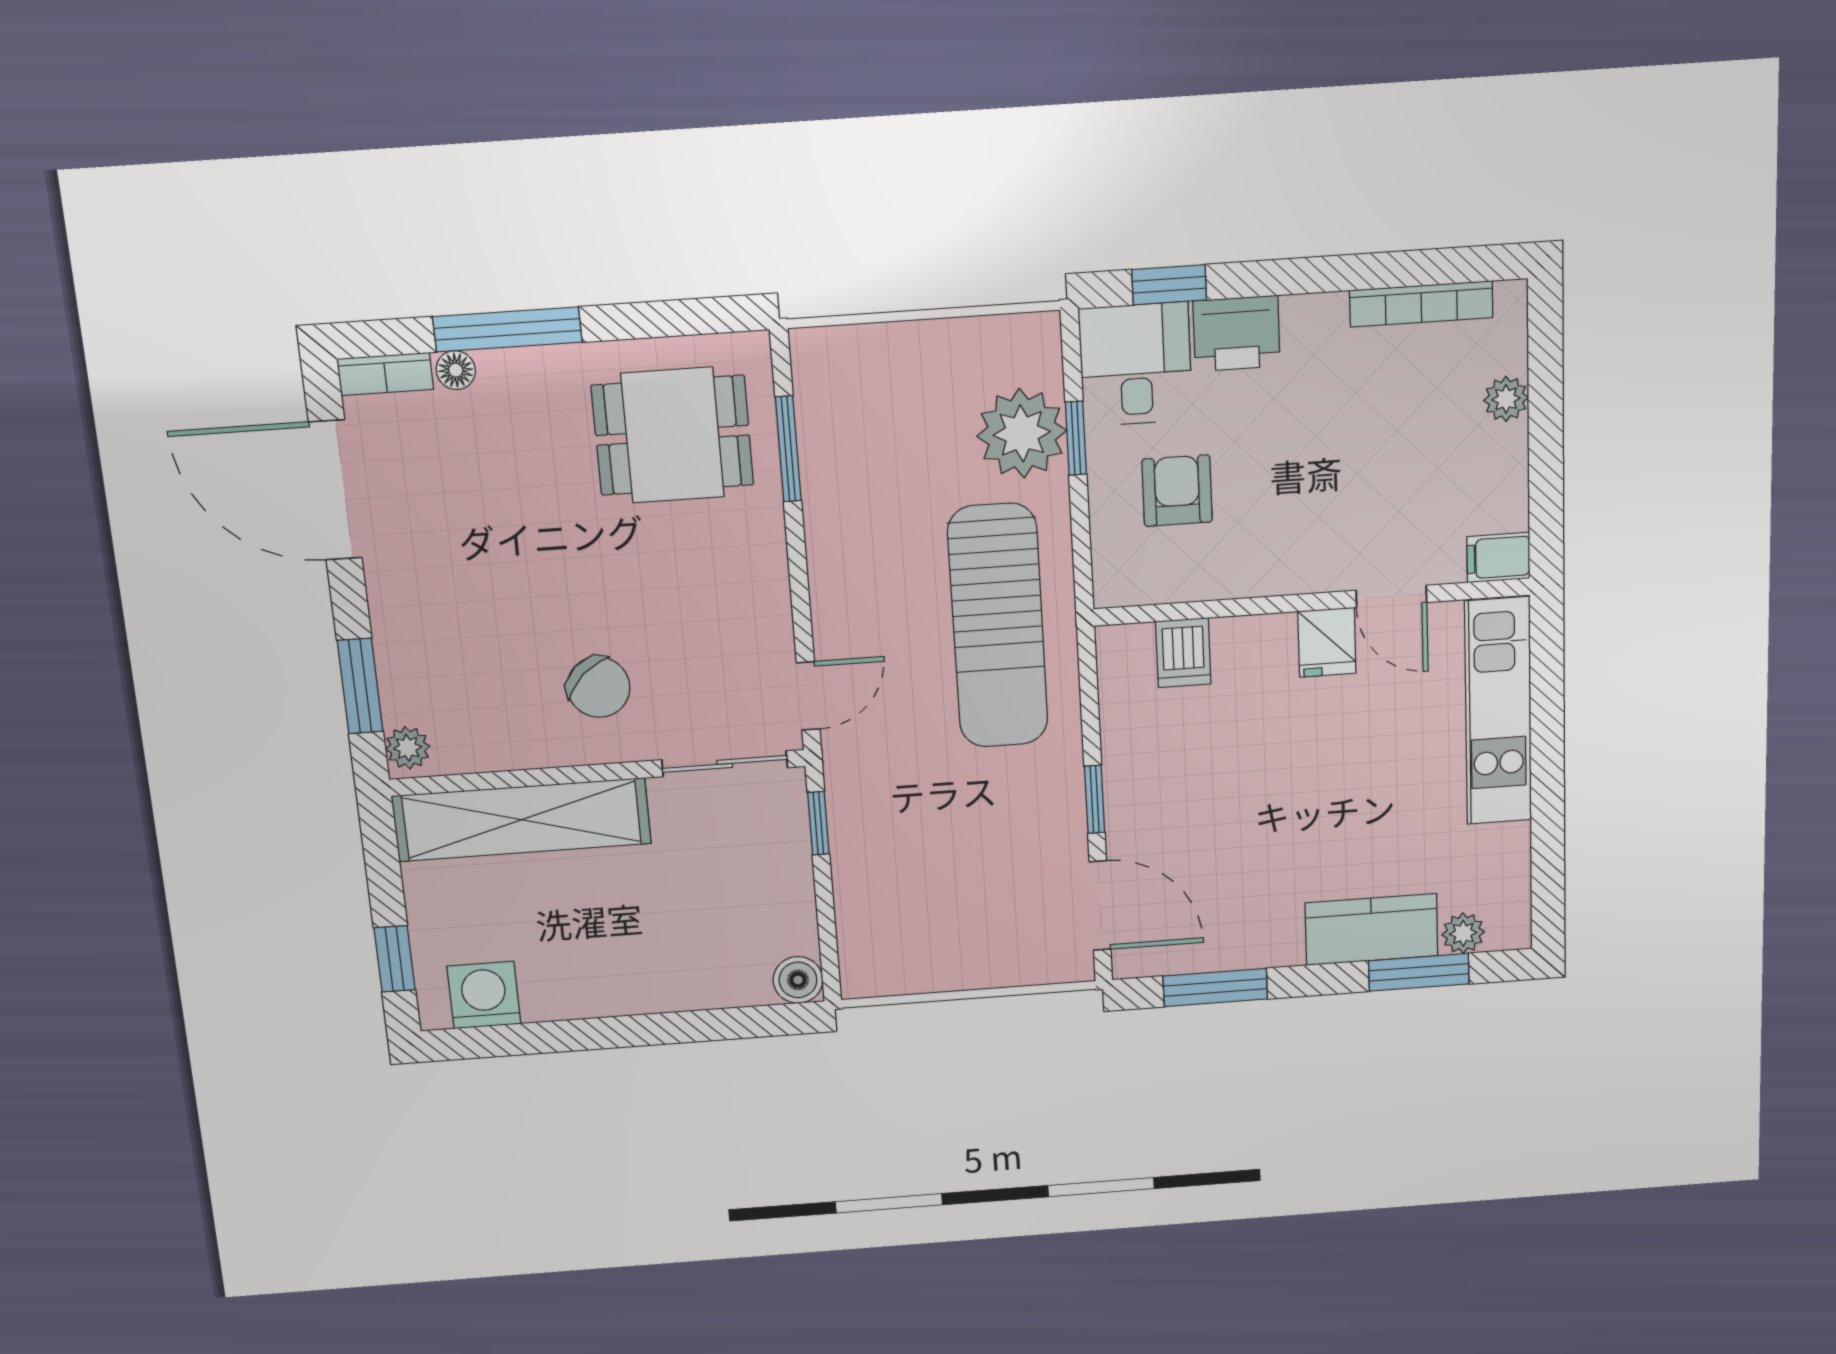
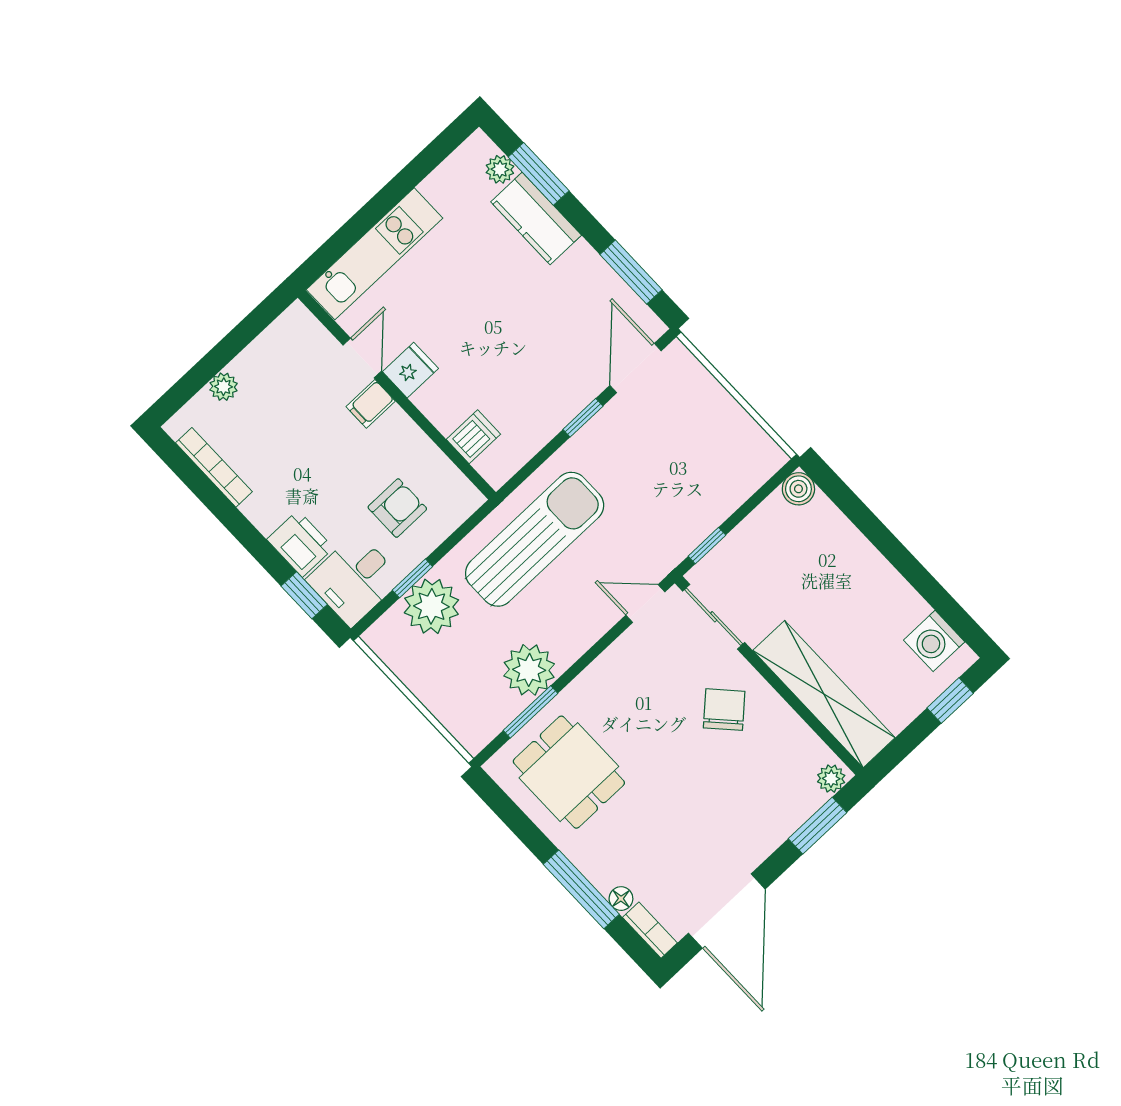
plant: (842, 490) -> (529, 670), added
armchair: (1177, 491) -> (397, 508), turned 180
filing cabinet: (1498, 558) -> (371, 404), moved, turned 90

